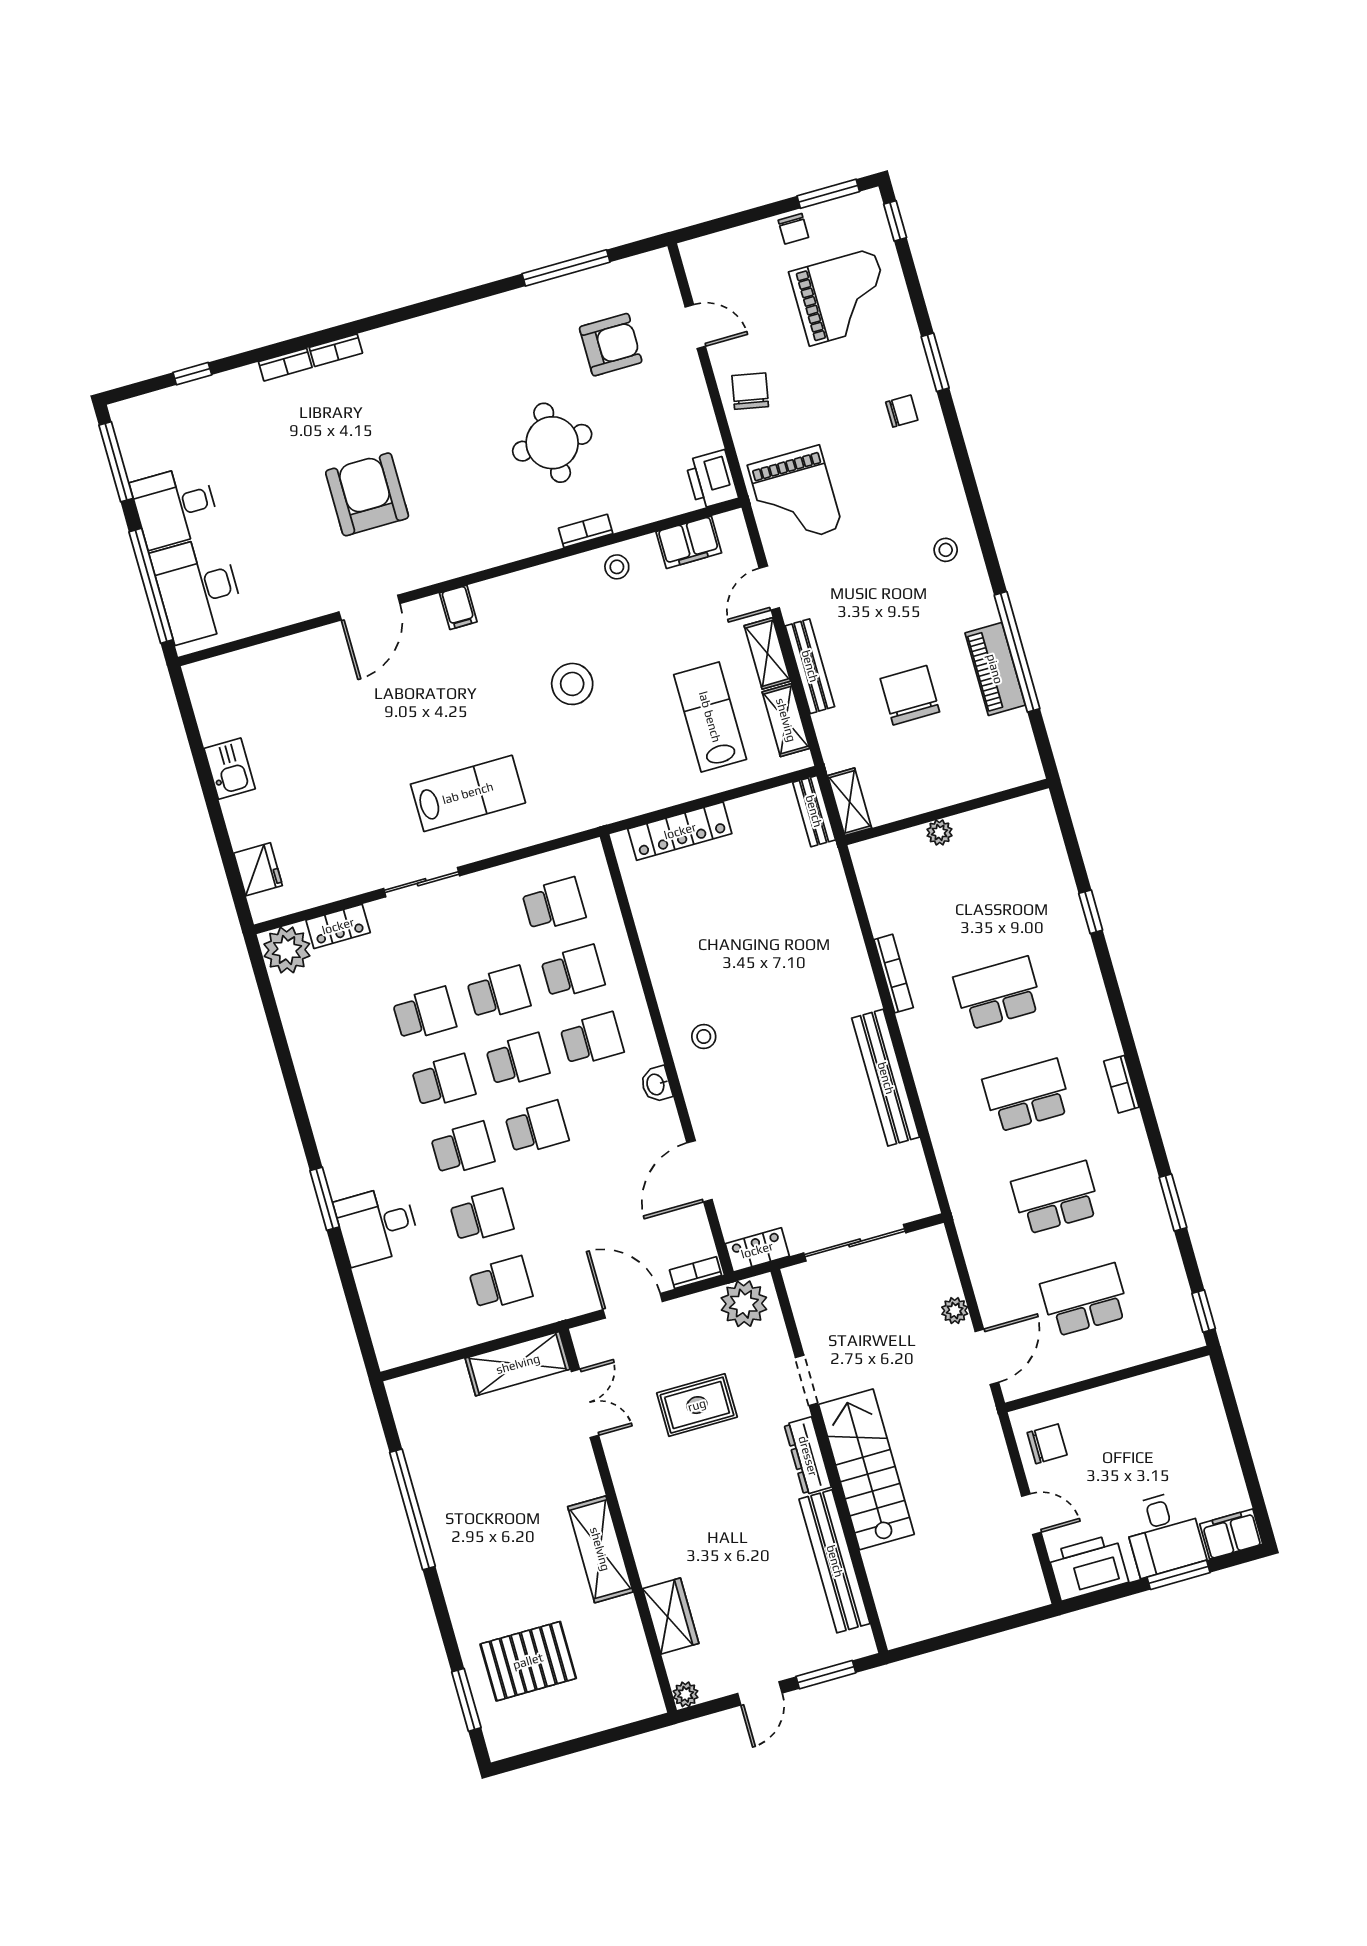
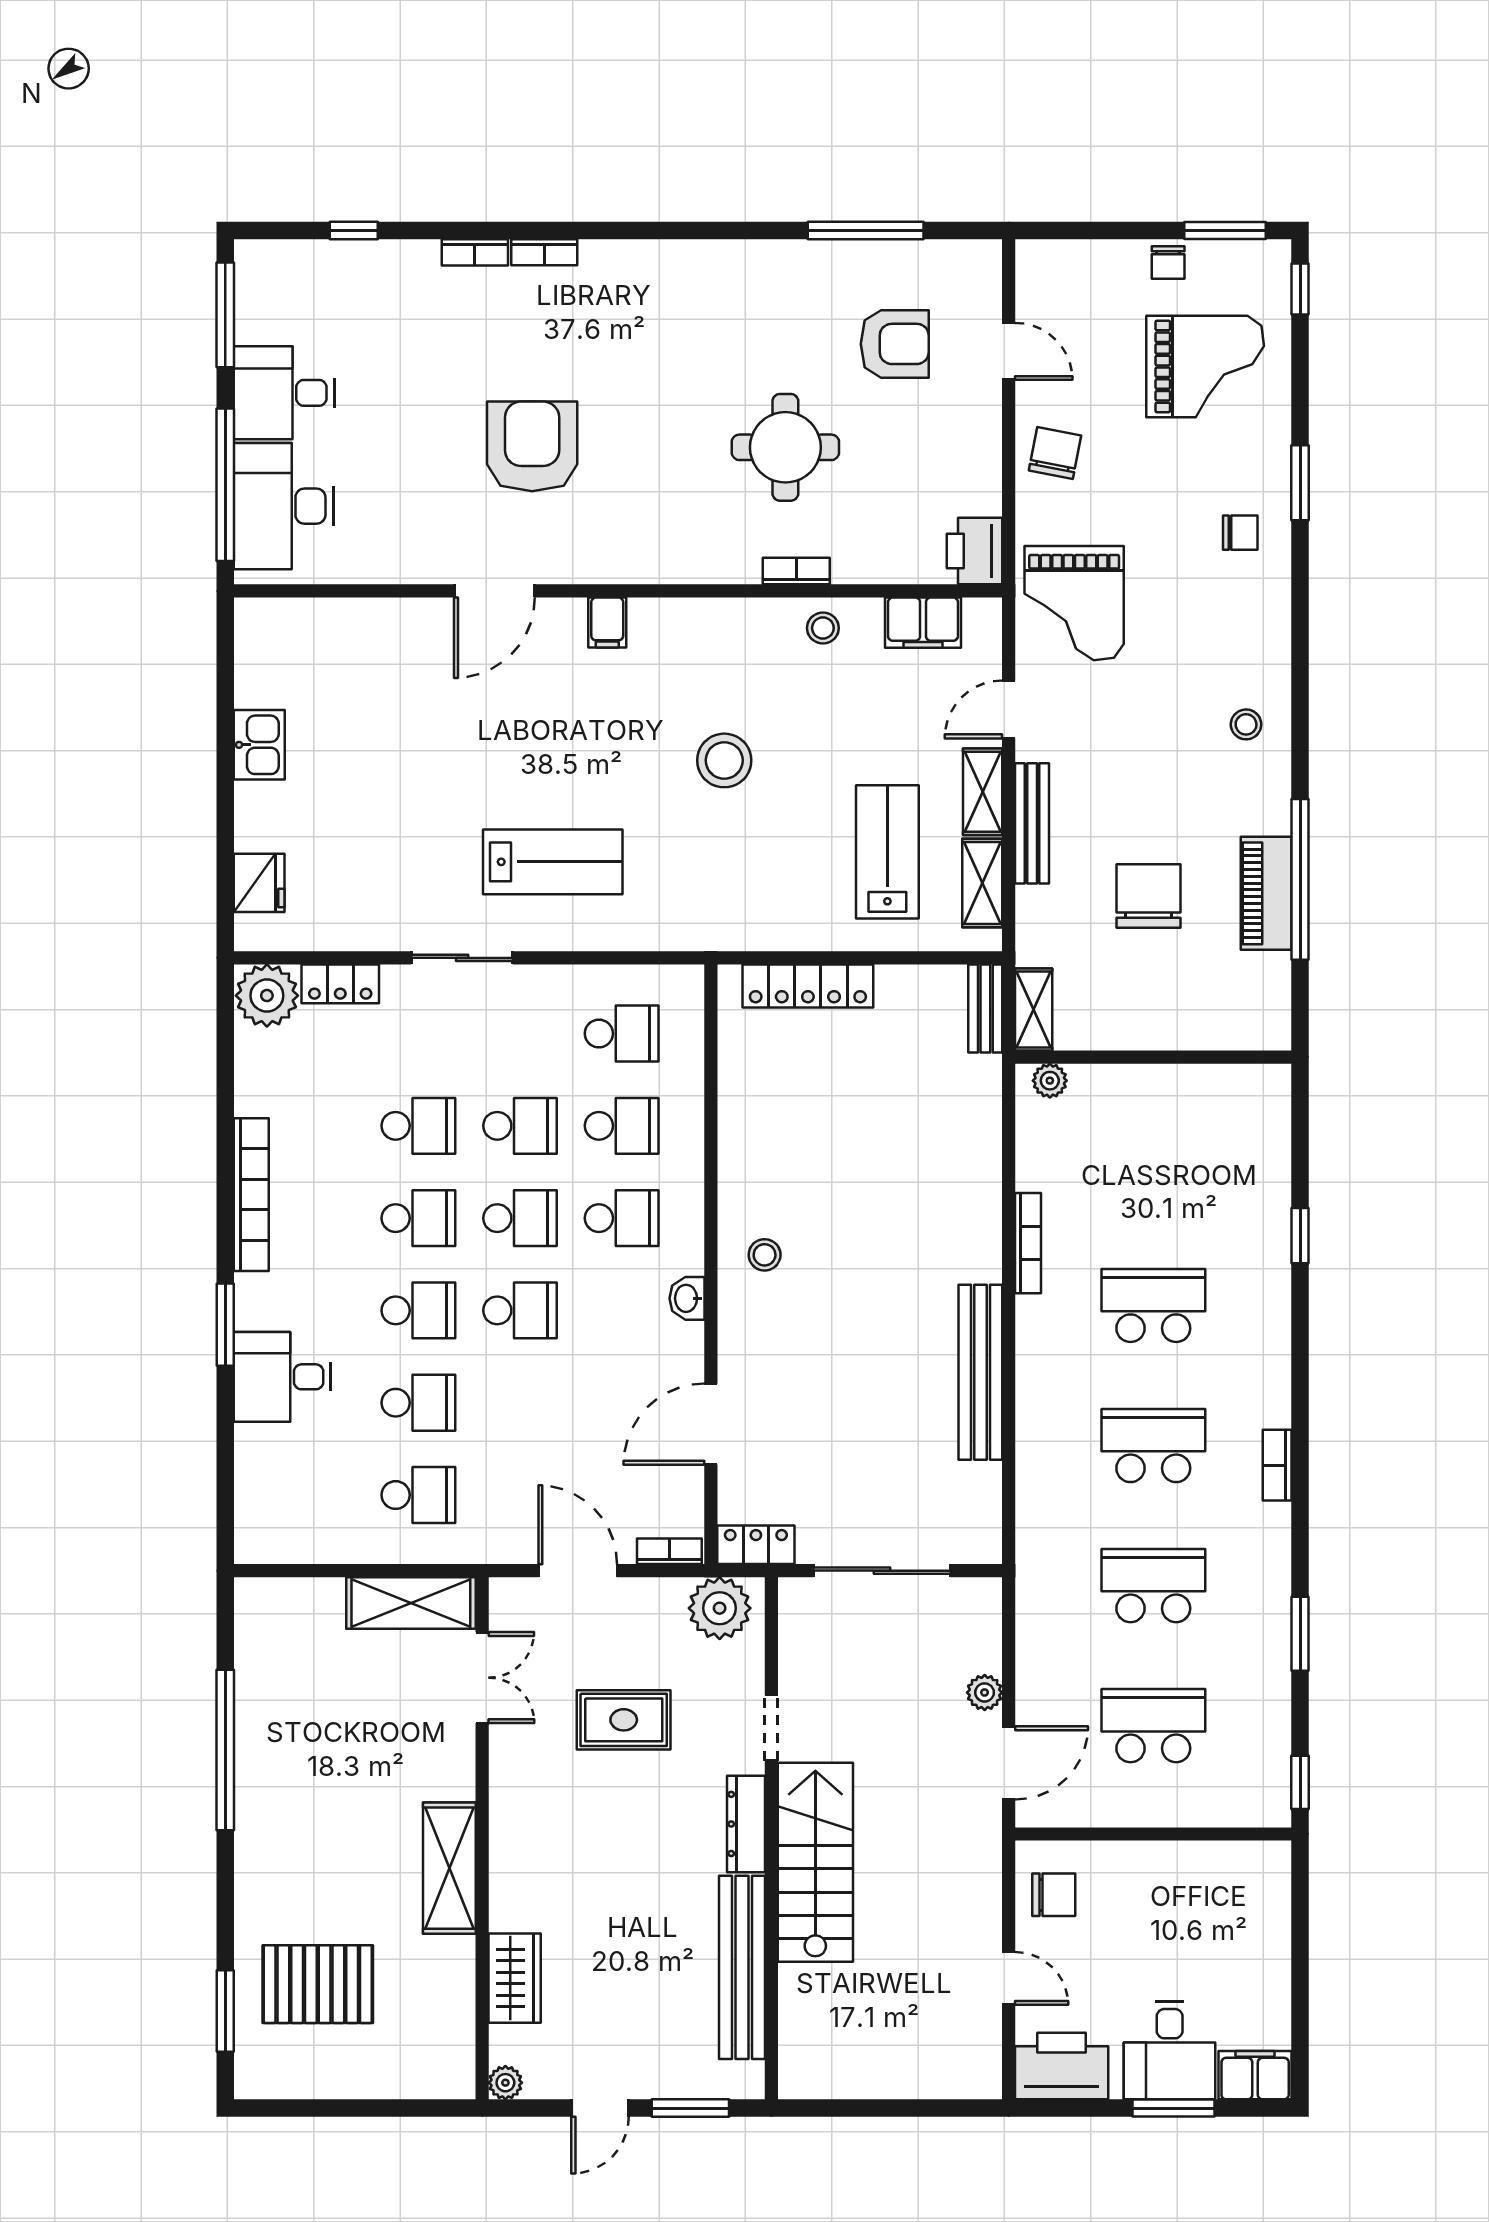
plant: (939, 832) -> (1050, 1081), moved
bookcase: (317, 1099) -> (251, 1195), added

